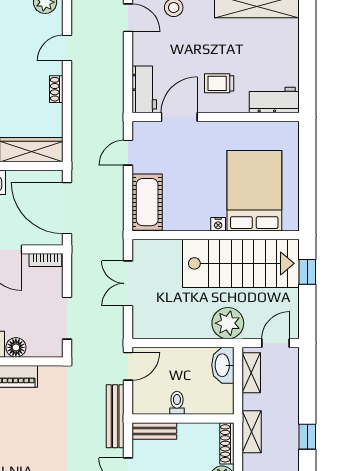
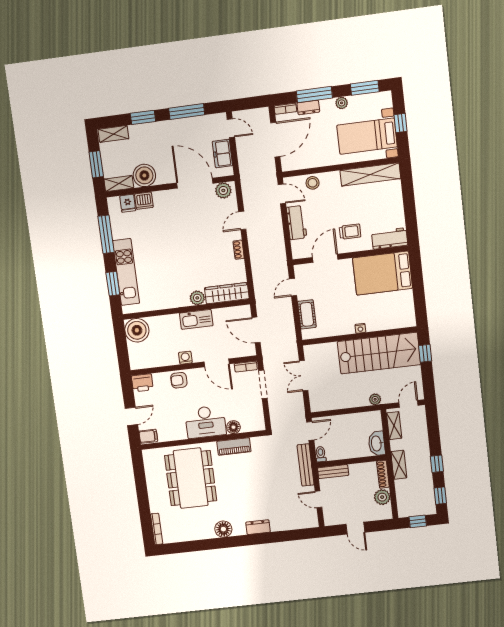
trolley: (219, 83) -> (350, 232), turned 180
workbench: (144, 89) -> (297, 223), moved
bed: (254, 191) -> (383, 273), moved, turned -90
cot: (147, 202) -> (307, 314), width x0.73, depth x0.75
door: (67, 208) -> (256, 330), width x0.73
doorway: (67, 318) -> (263, 384), moved
plant: (228, 323) -> (375, 399), width x0.53, depth x0.53
washbasin: (223, 365) -> (377, 443), moved
toilet: (177, 403) -> (321, 454), moved

